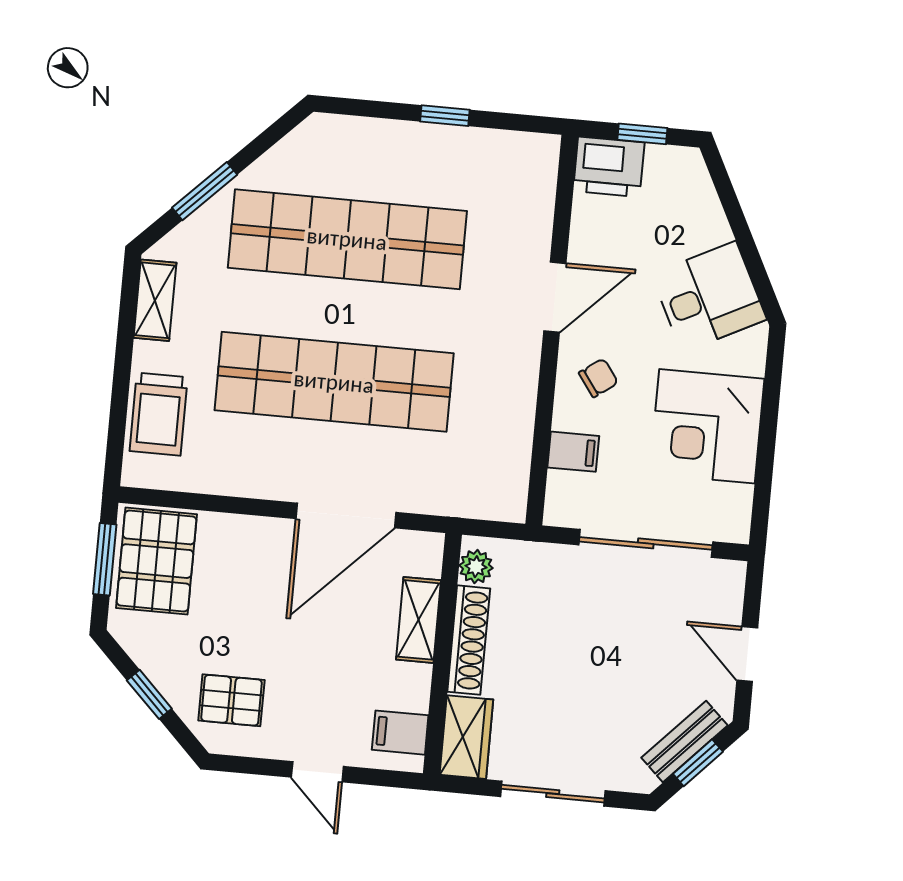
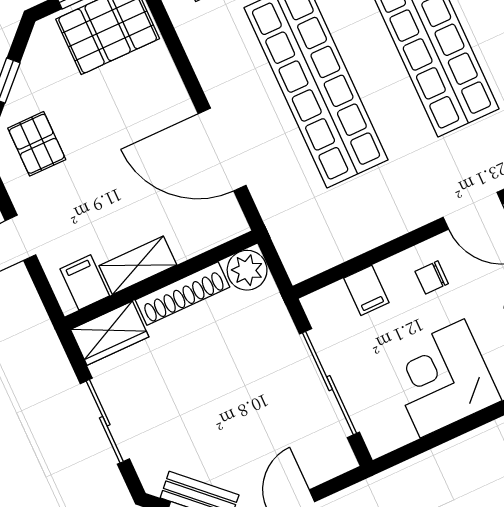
chair: (598, 378) -> (432, 277), turned 126
plant: (476, 567) -> (247, 270), width x1.38, depth x1.38
shelving: (418, 620) -> (138, 265), moved

